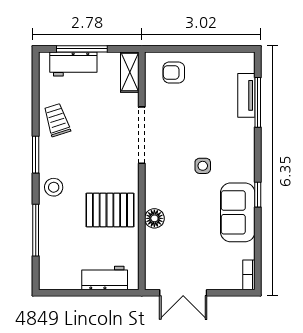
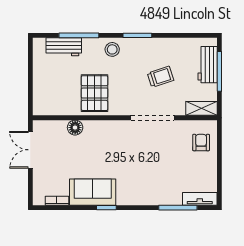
tv unit: (246, 95) -> (200, 199), moved
trolley: (57, 120) -> (161, 77), moved
side table: (203, 166) -> (129, 165), removed
floor lamp: (154, 218) -> (75, 128), moved
bookcase: (249, 275) -> (57, 201), moved
workbench: (105, 278) -> (64, 47), moved, turned 90

